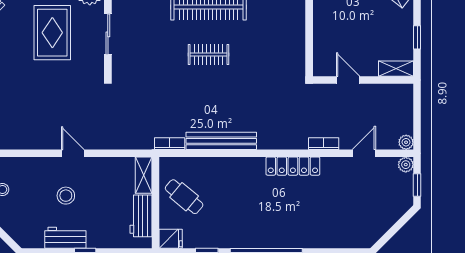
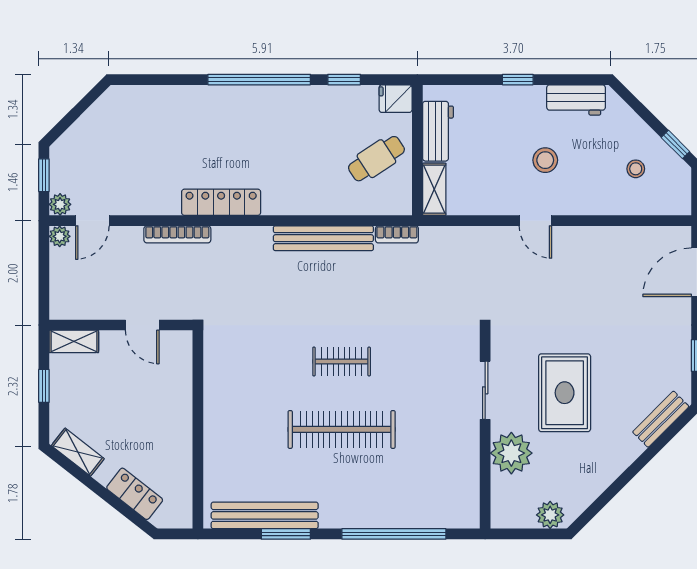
bookcase: (324, 144) -> (177, 234), width x1.56
door: (364, 153) -> (92, 221), moved
cafe table: (184, 197) -> (376, 159), turned -73
workbench: (65, 238) -> (576, 100), moved

